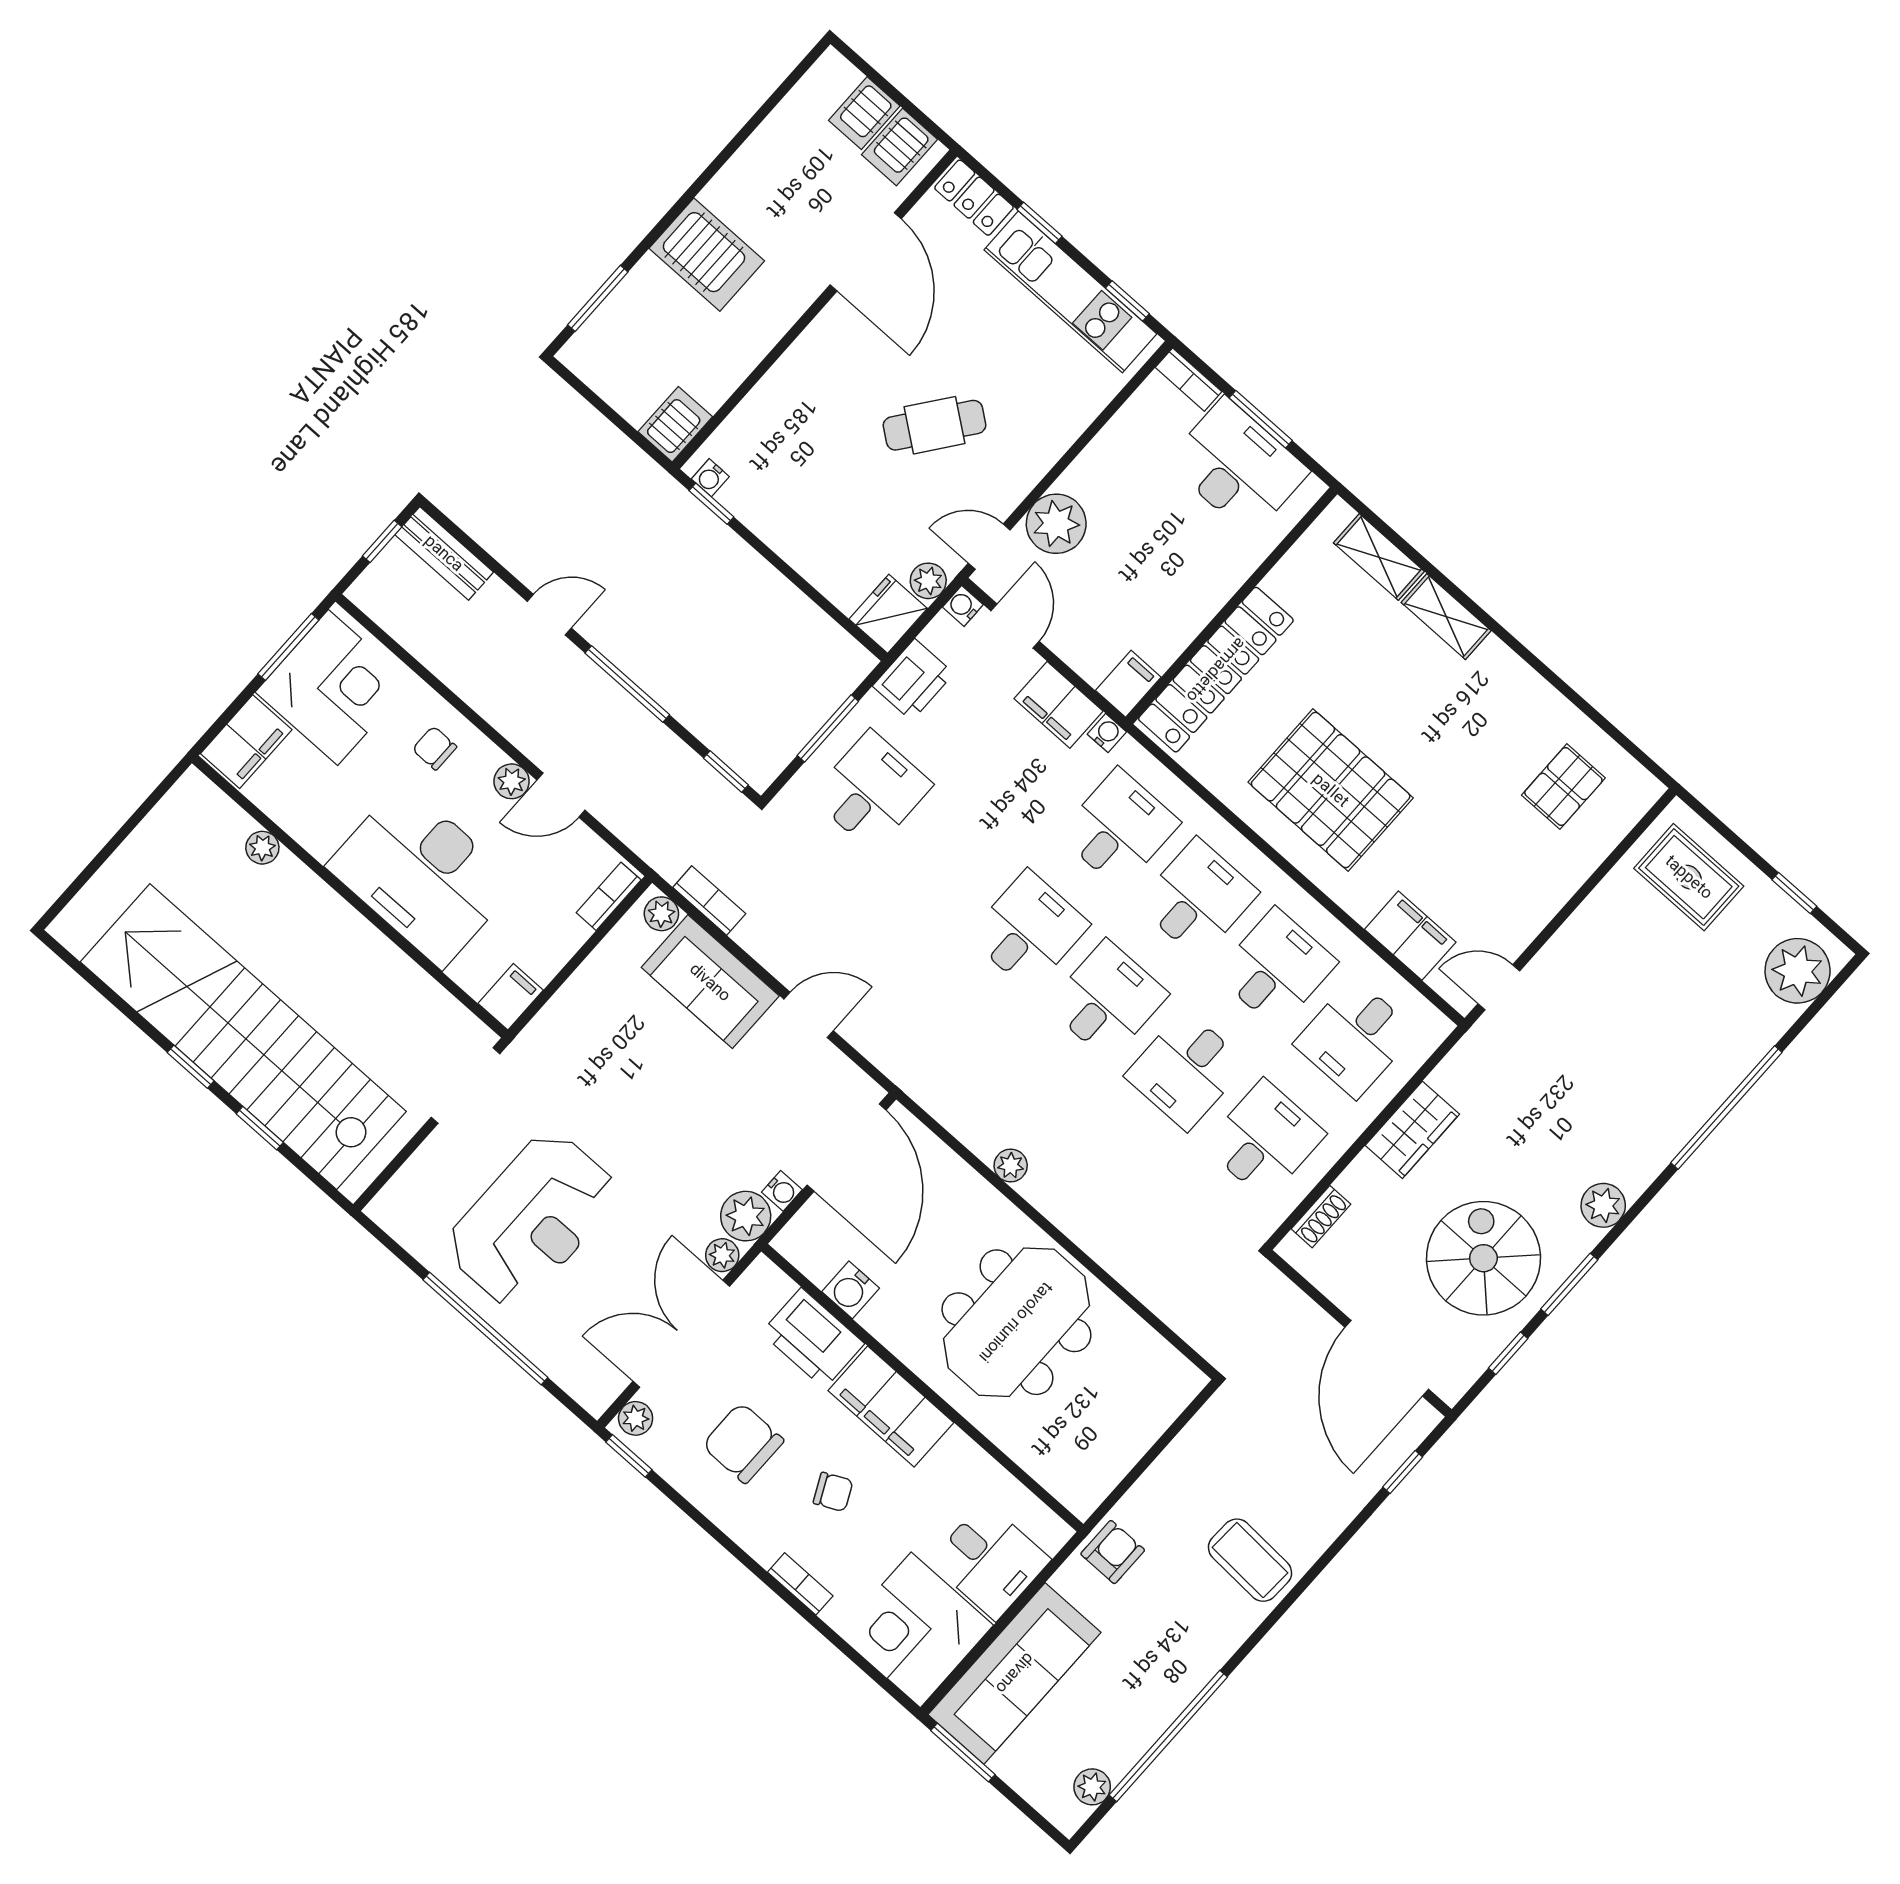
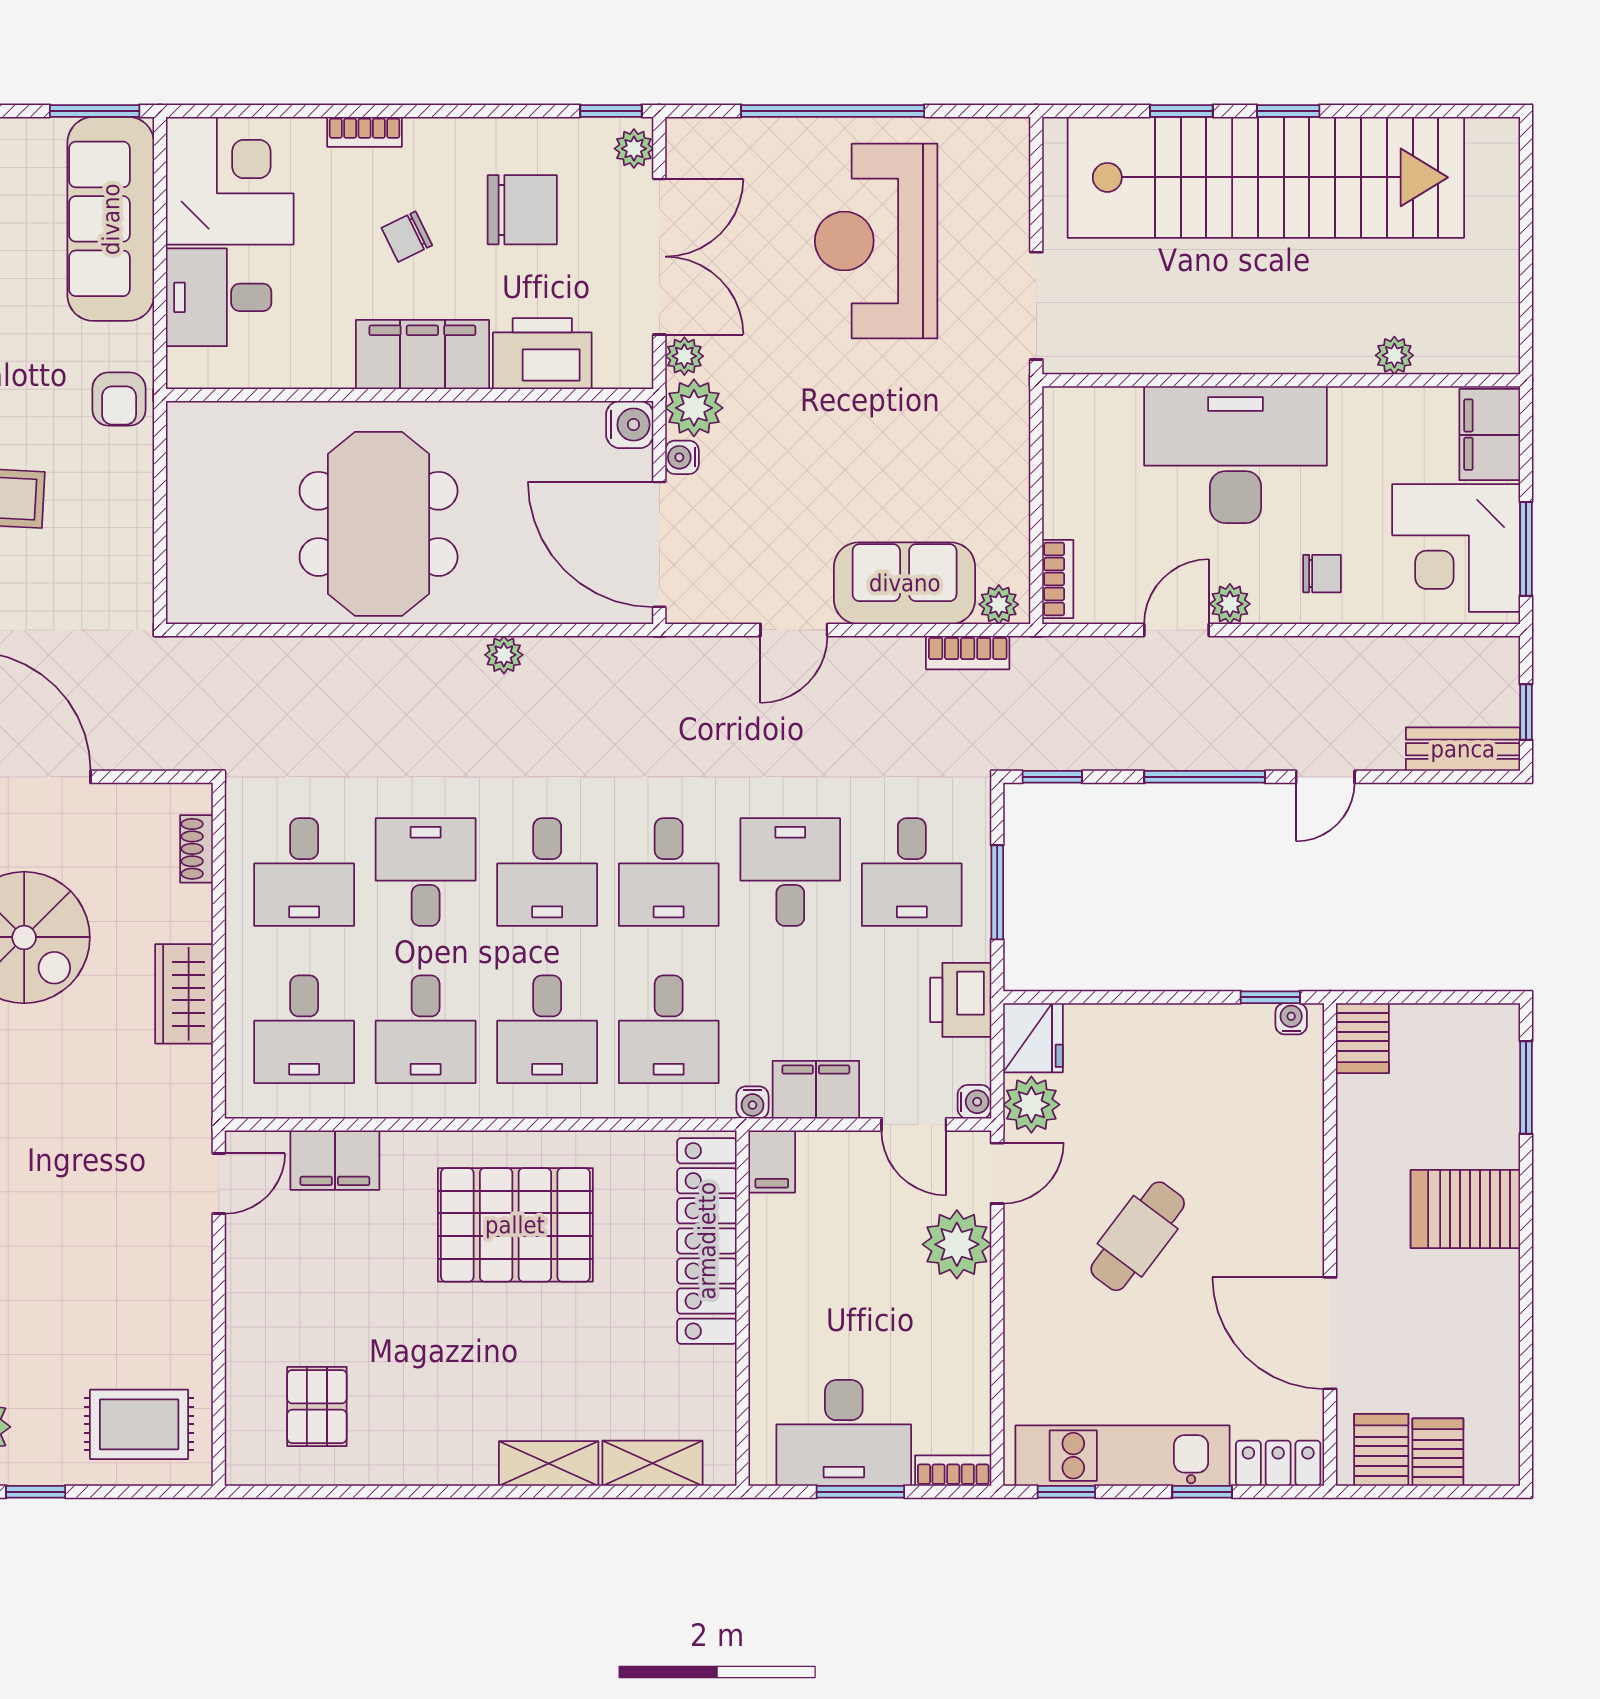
plant: (928, 581) -> (1031, 1105), width x1.38, depth x1.38
desk: (950, 860) -> (790, 872), added
filing cabinet: (511, 997) -> (1065, 417), removed
desk: (1355, 1038) -> (304, 1029), turned 180
water cooler: (851, 1290) -> (630, 425), moved, turned 90

